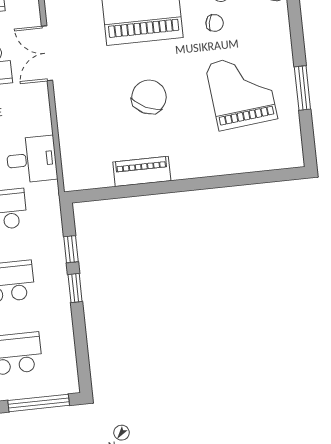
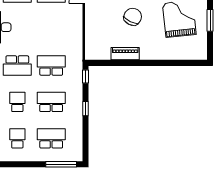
desk: (32, 159) -> (71, 42), removed
window: (71, 249) -> (86, 77), moved

